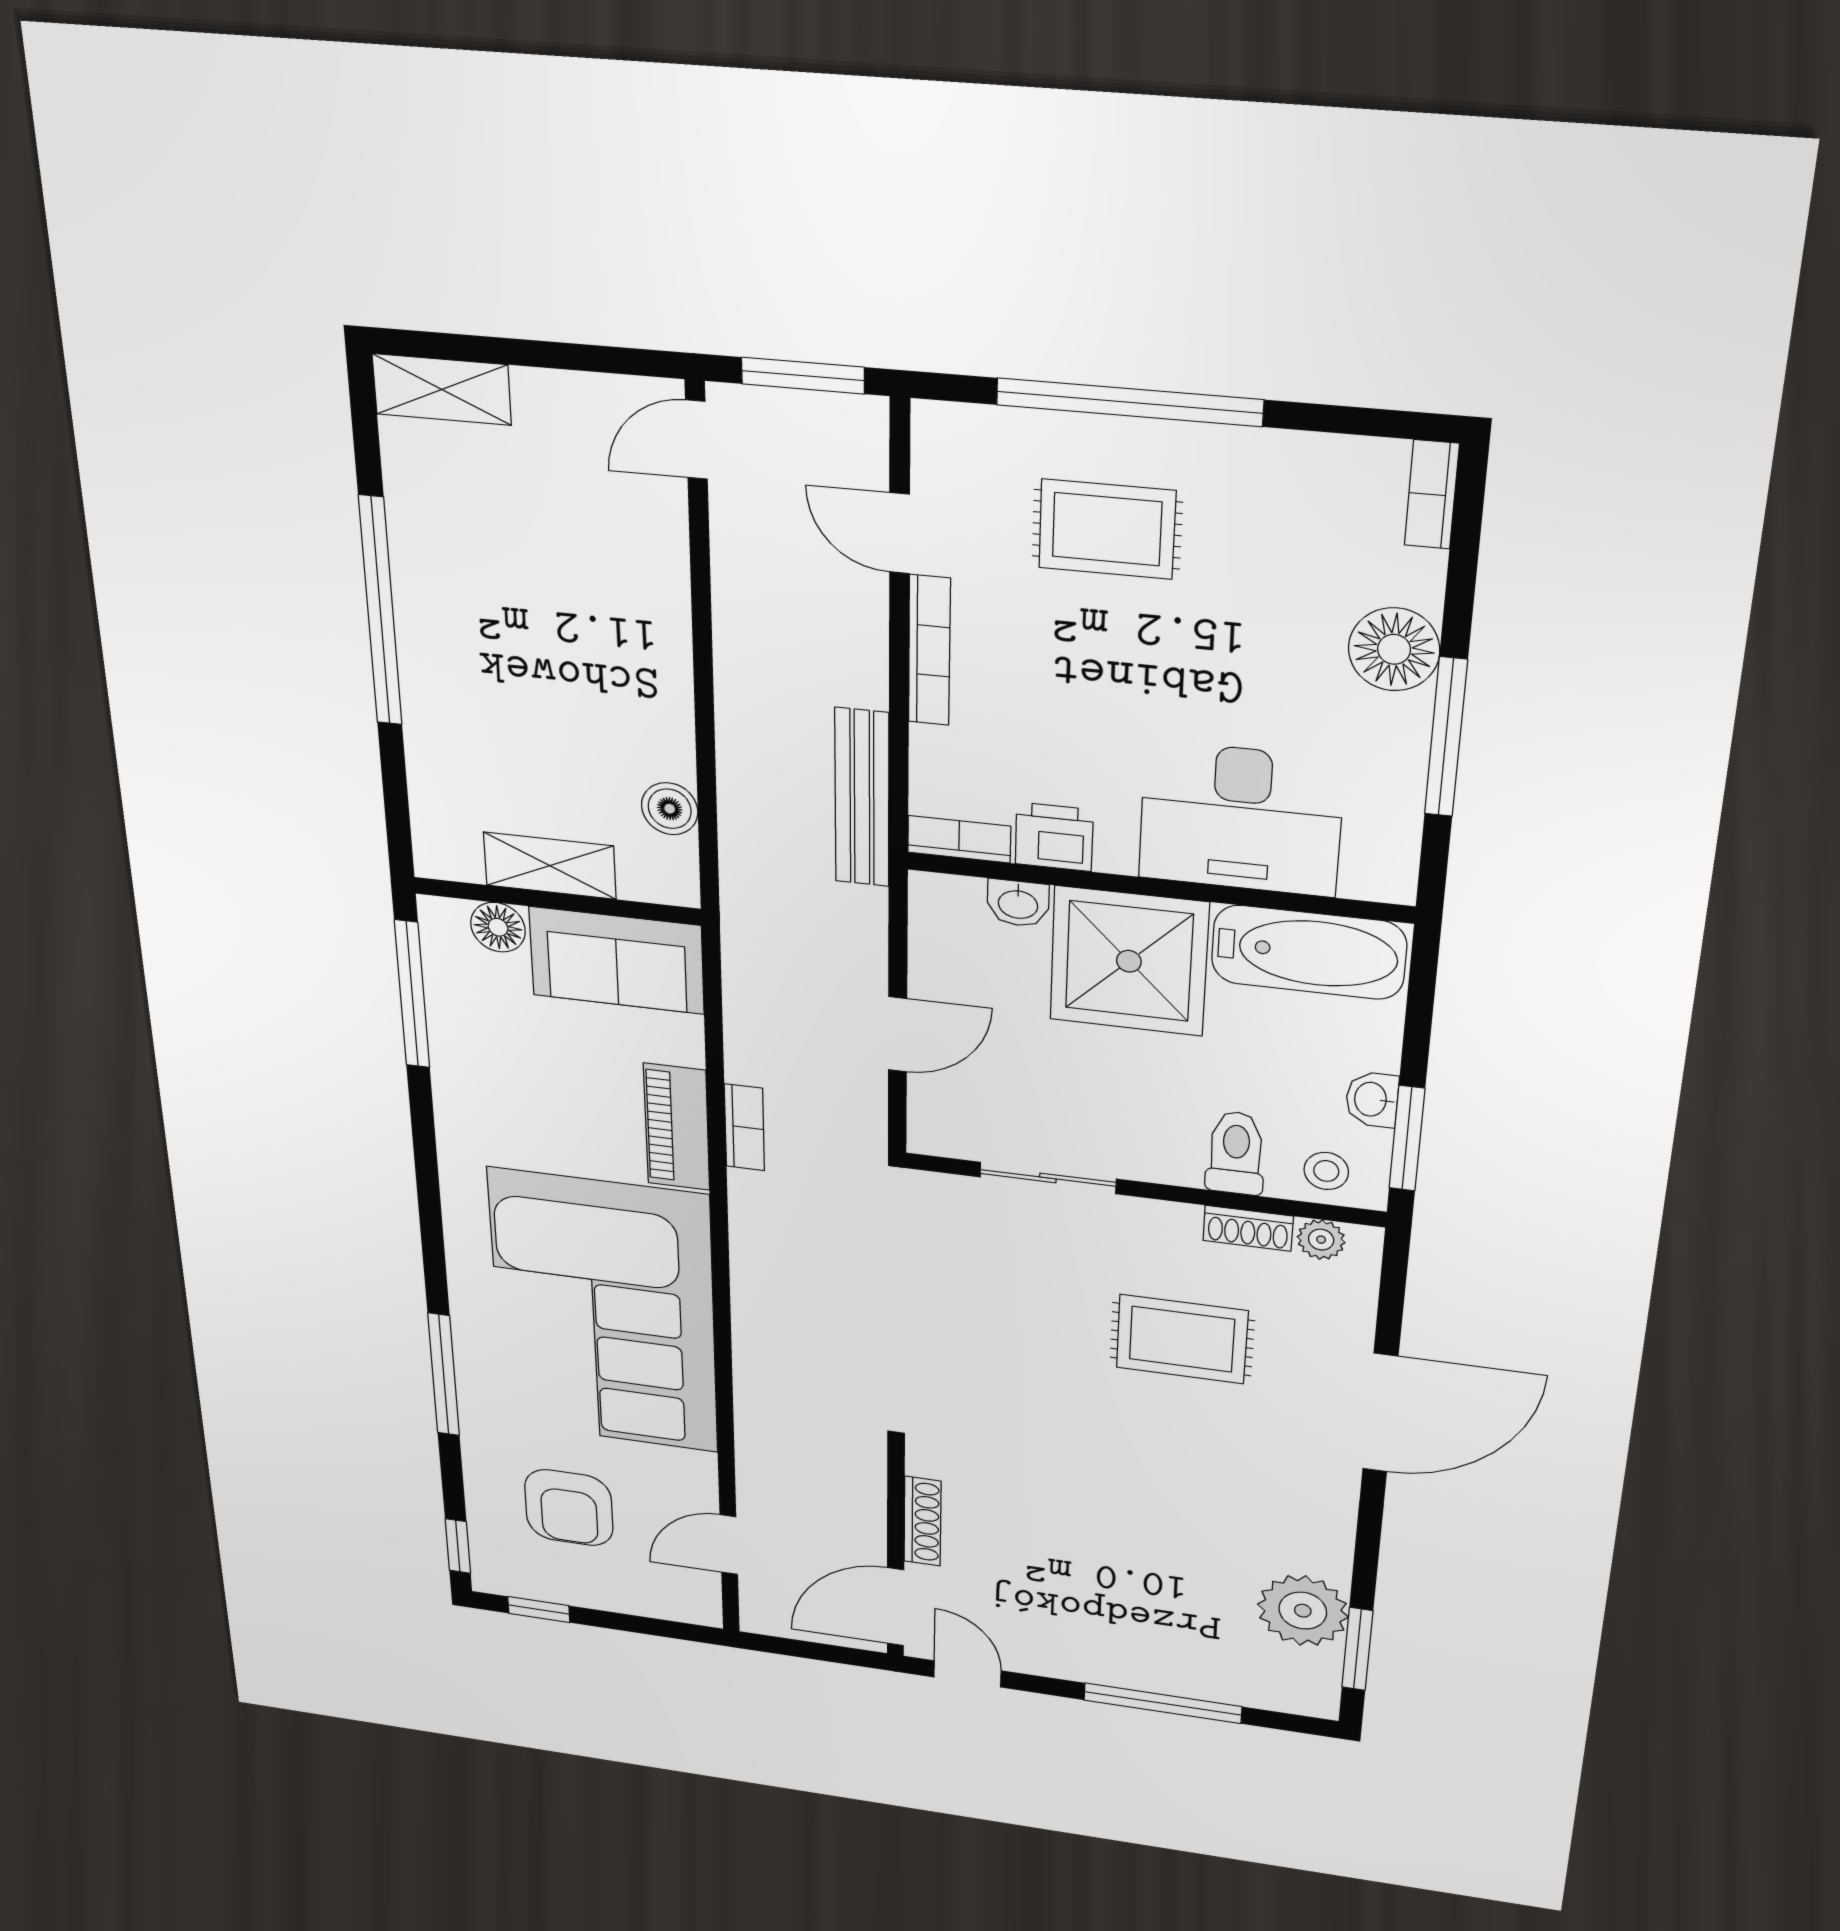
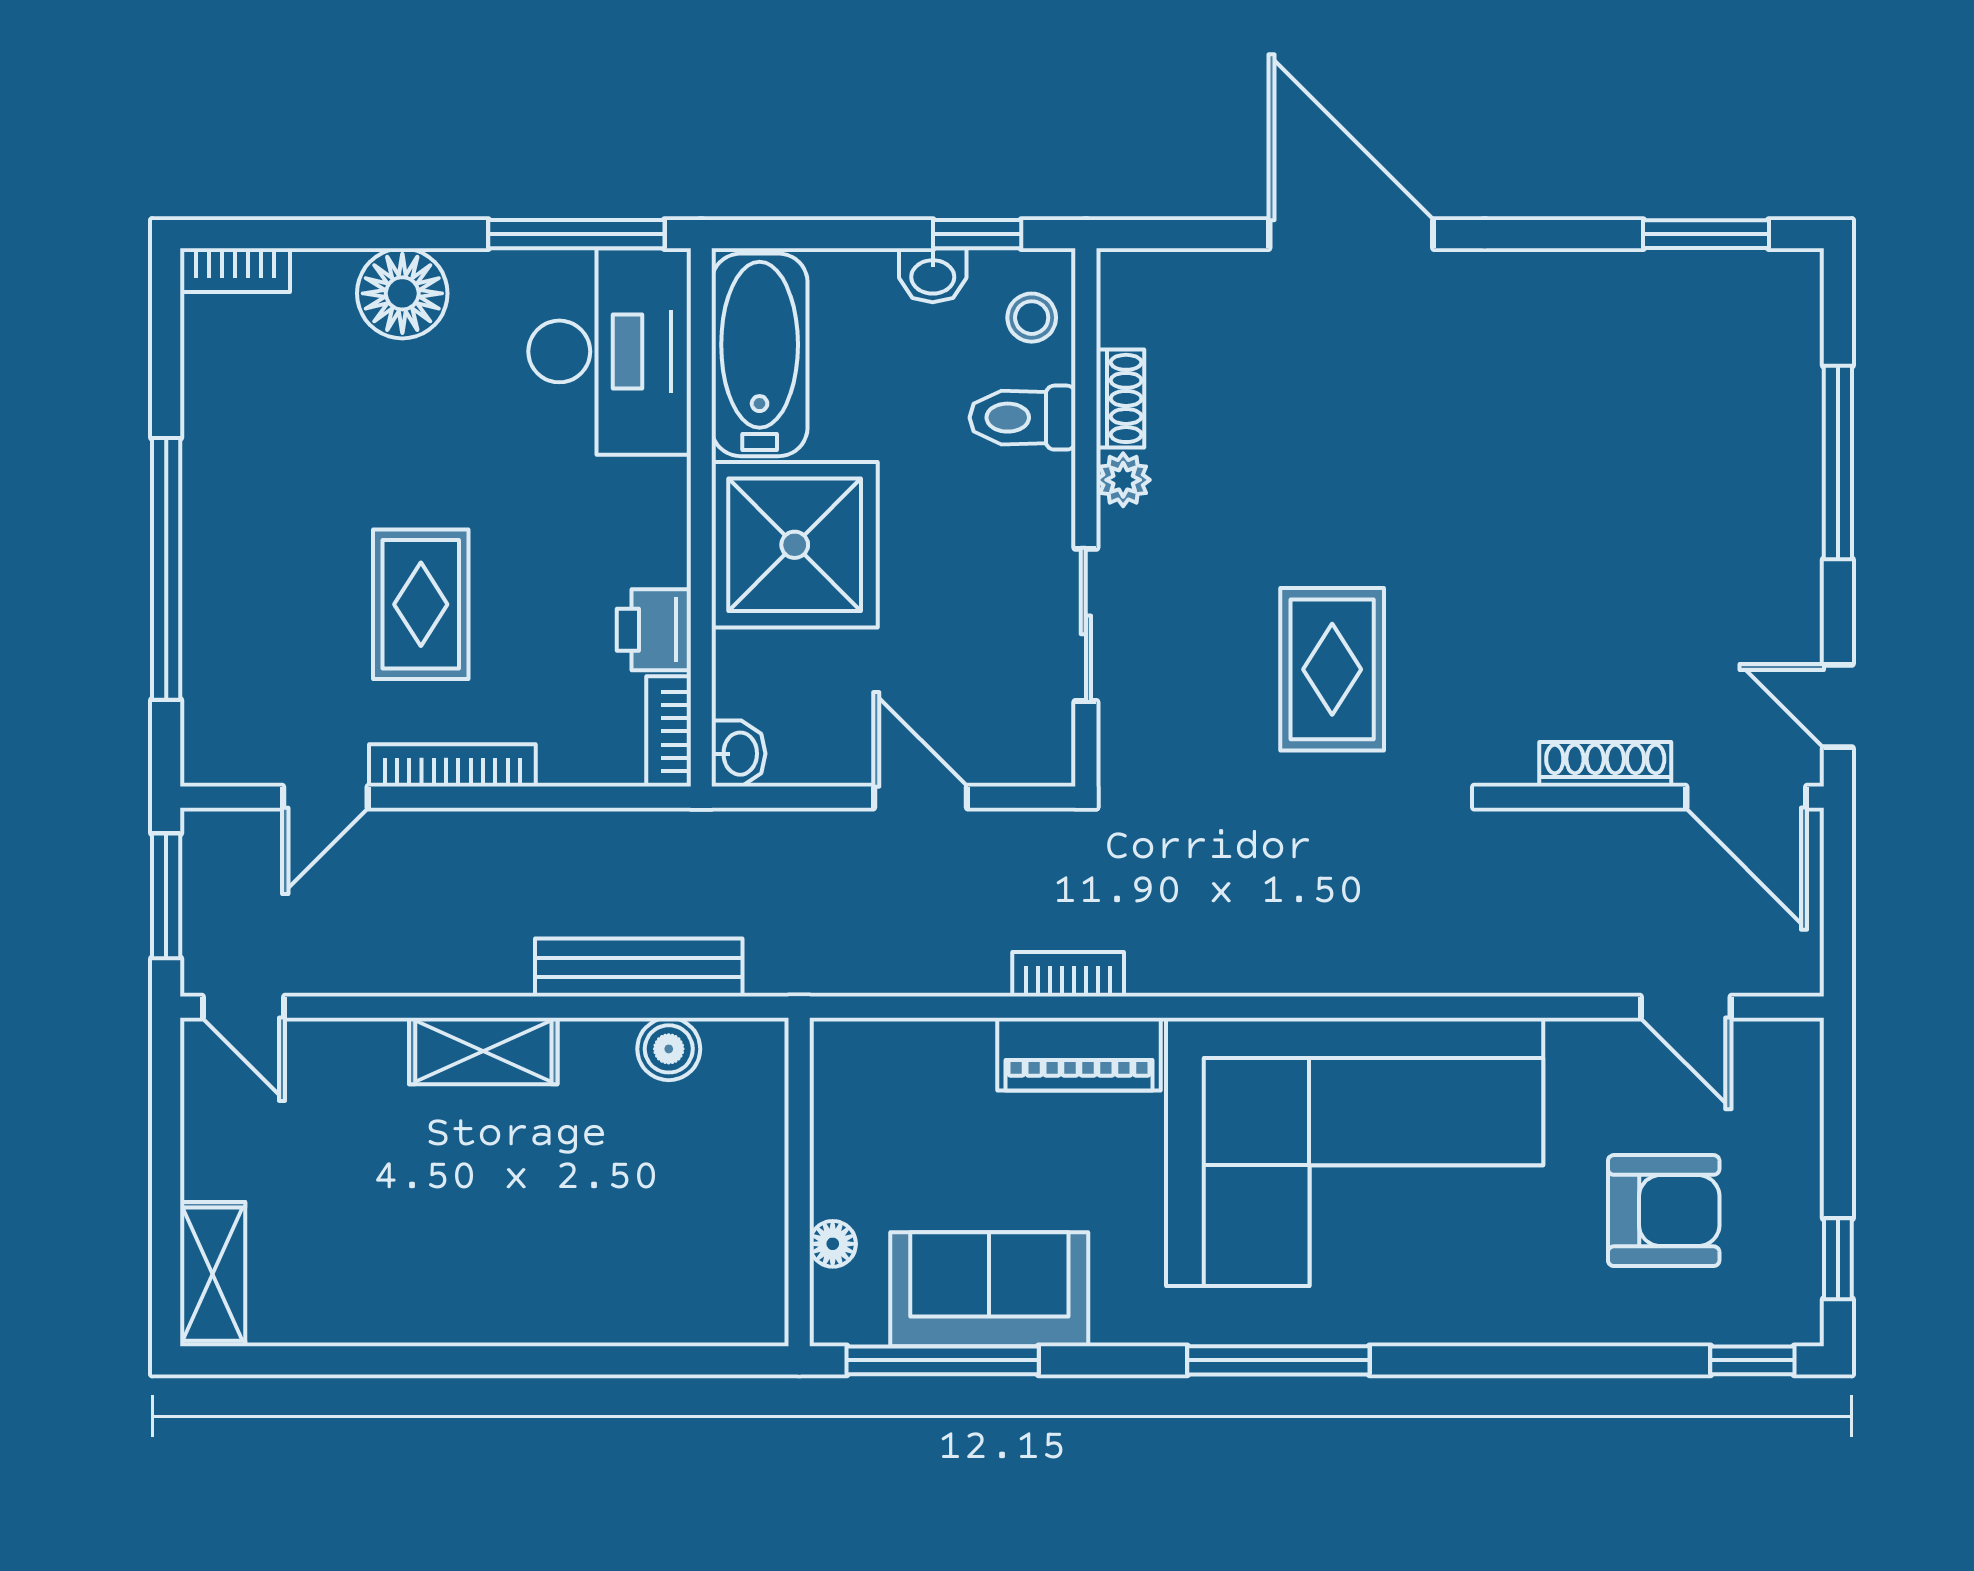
rug: (1107, 529) -> (421, 604), moved
window: (380, 612) -> (468, 1360), removed
window: (1446, 737) -> (576, 234), moved
bench: (862, 798) -> (639, 968), moved
desk: (1241, 819) -> (610, 351), moved
shelving: (550, 866) -> (483, 1051), moved, turned 90
washbasin: (1018, 903) -> (739, 754), moved
floor lamp: (498, 927) -> (833, 1244), width x0.73, depth x0.73
sofa: (617, 960) -> (989, 1289), moved, turned -90
window: (1407, 1138) -> (977, 234), width x0.67
plant: (1321, 1240) -> (1123, 480), moved
rug: (1182, 1339) -> (1332, 669), moved
window: (444, 1375) -> (1278, 1360), moved
plant: (1303, 1611) -> (1659, 302), removed
door: (967, 1674) -> (1838, 706), hinge flipped

